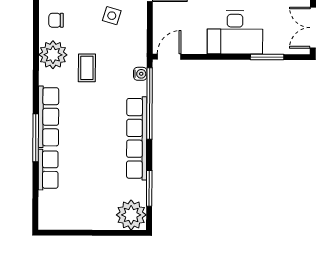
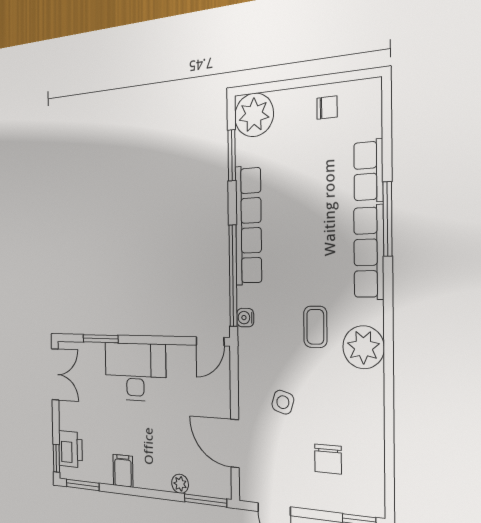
chair: (56, 20) -> (327, 108), moved

